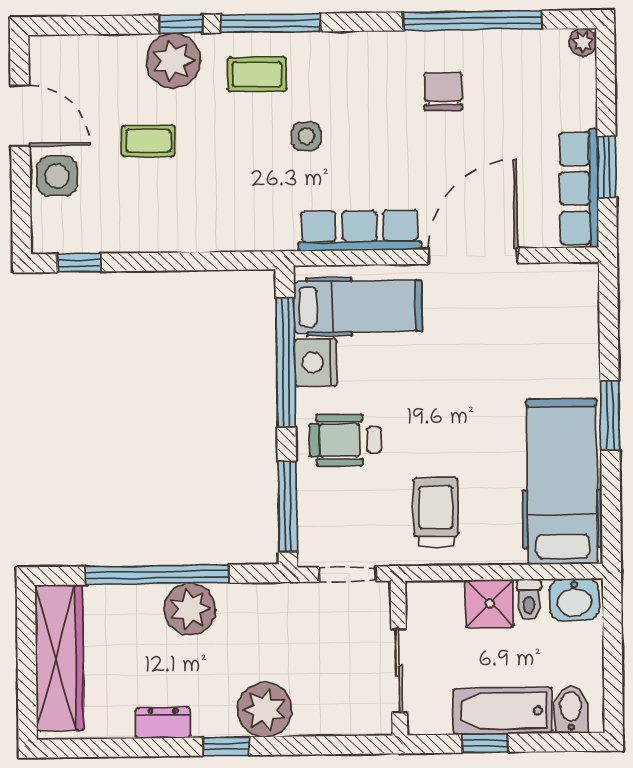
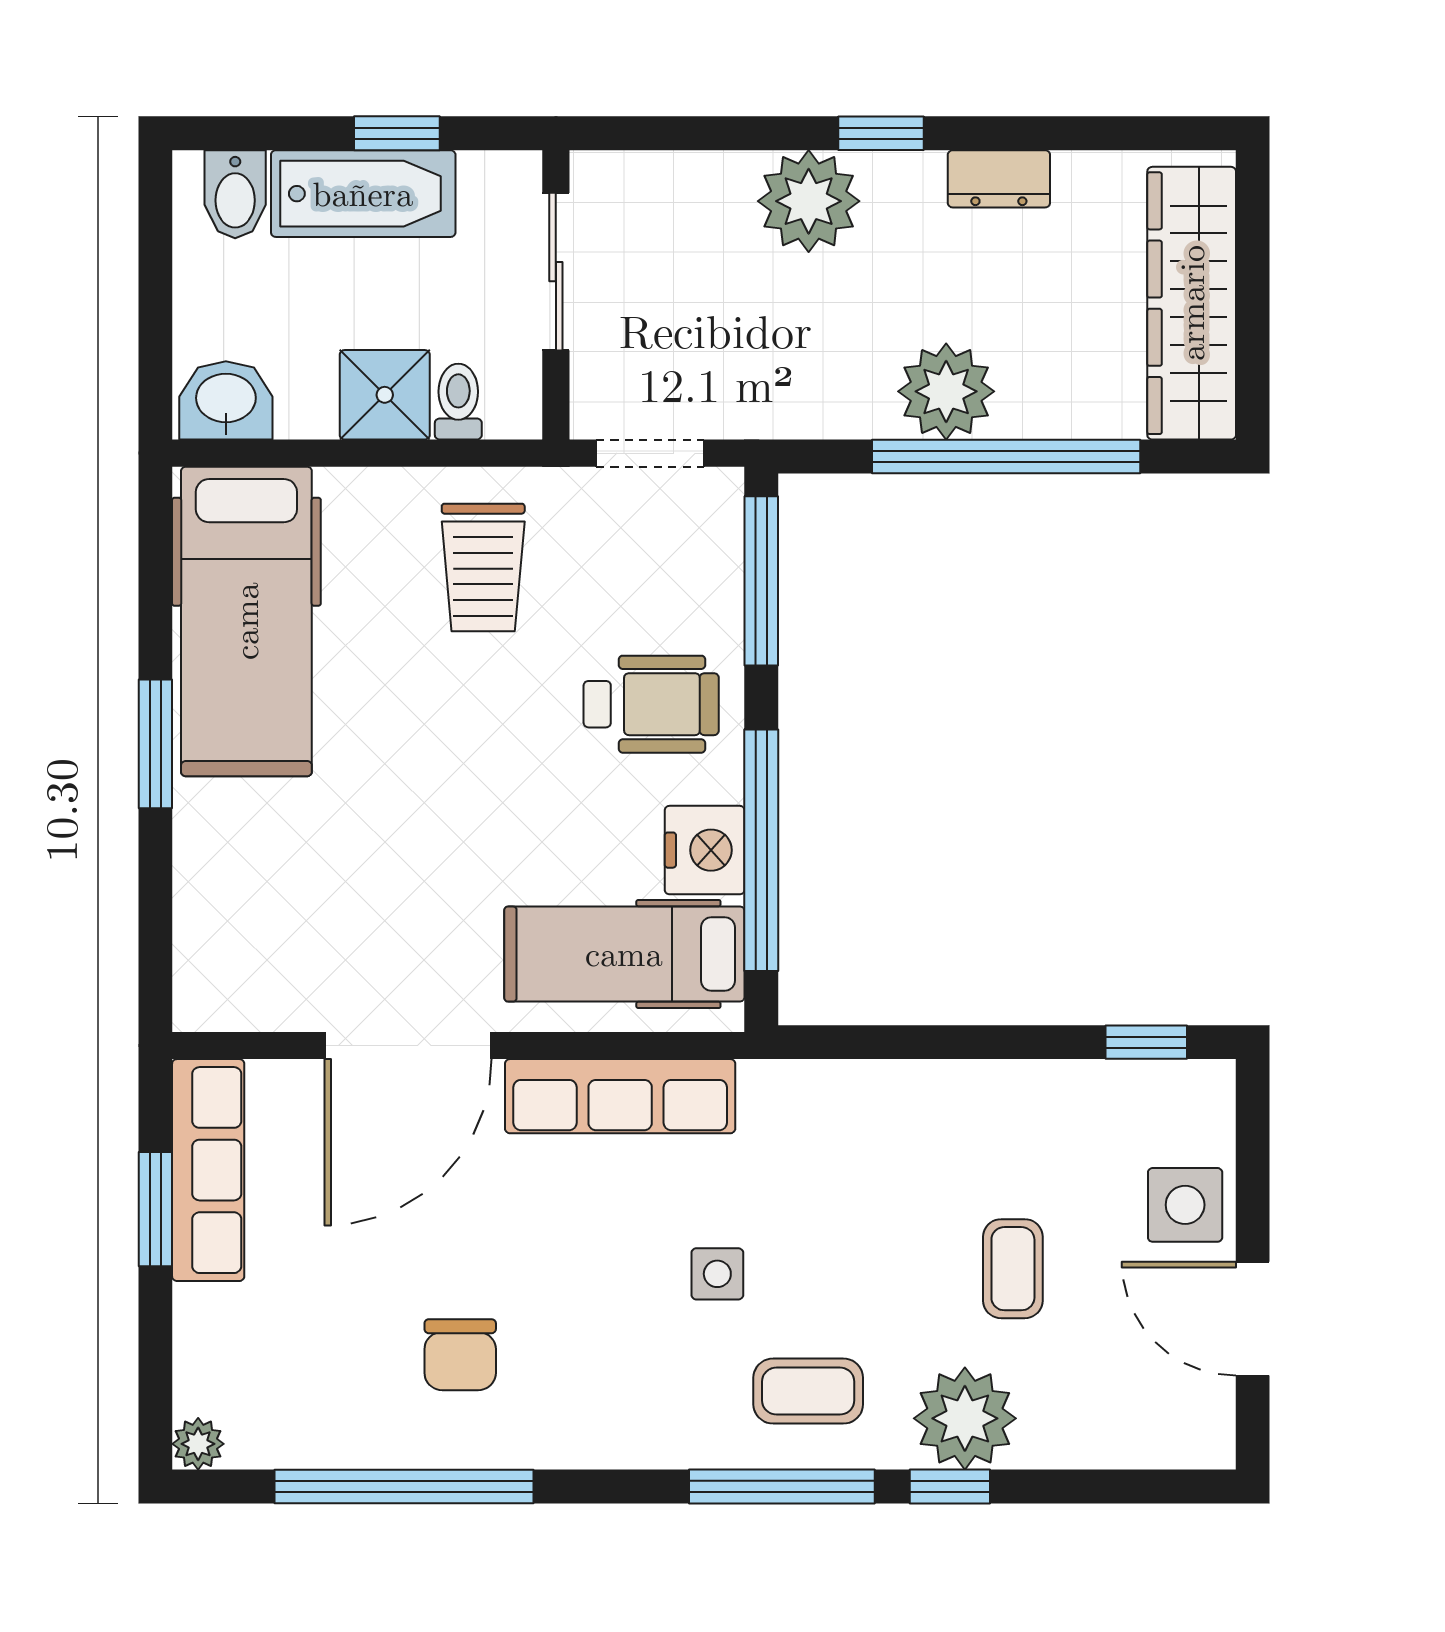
coffee table: (148, 141) -> (1013, 1269), turned 90
toilet: (529, 599) -> (458, 402), moved

